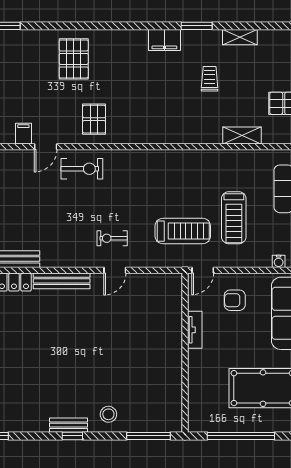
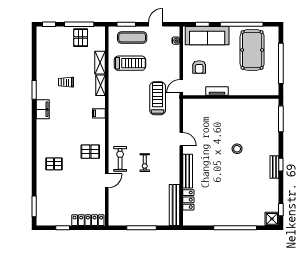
shelving: (240, 37) -> (101, 85), moved
pallet: (74, 59) -> (54, 164), width x0.67, depth x0.71
filing cabinet: (23, 134) -> (99, 113), moved
door: (46, 147) -> (107, 181), hinge flipped
treadmill: (234, 218) -> (130, 63), moved
exercise bike: (112, 238) -> (145, 163), moved
door: (203, 270) -> (181, 86), swing flipped
stool: (108, 414) -> (237, 149), moved

